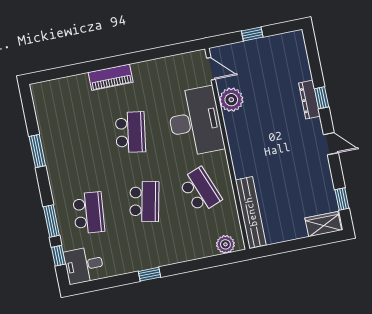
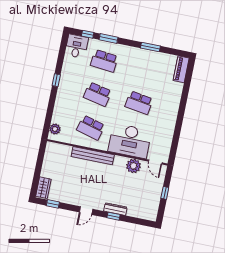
door: (211, 69) -> (155, 162), hinge flipped
piano: (111, 77) -> (181, 69), moved
school desk: (200, 190) -> (91, 128), turned 36
bench: (251, 212) -> (93, 156), moved

